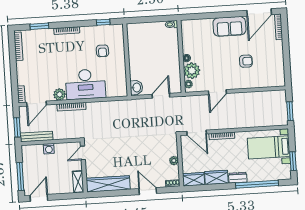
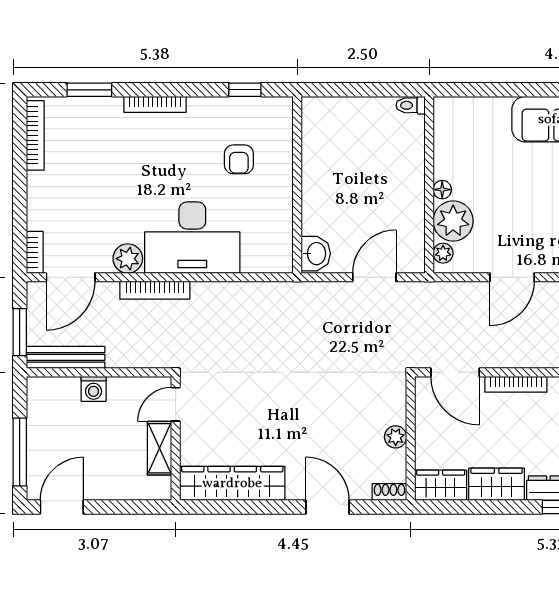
shelving: (78, 182) -> (160, 448), moved

